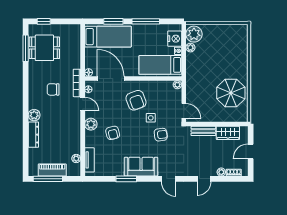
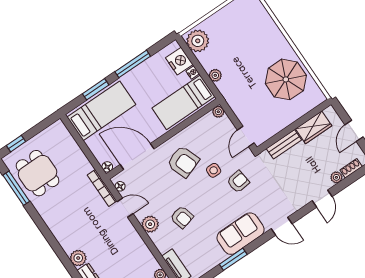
dining table: (44, 48) -> (38, 173), turned 90
plant: (190, 48) -> (215, 75), moved
chair: (53, 89) -> (80, 214), removed
door: (184, 111) -> (246, 136), swing flipped

